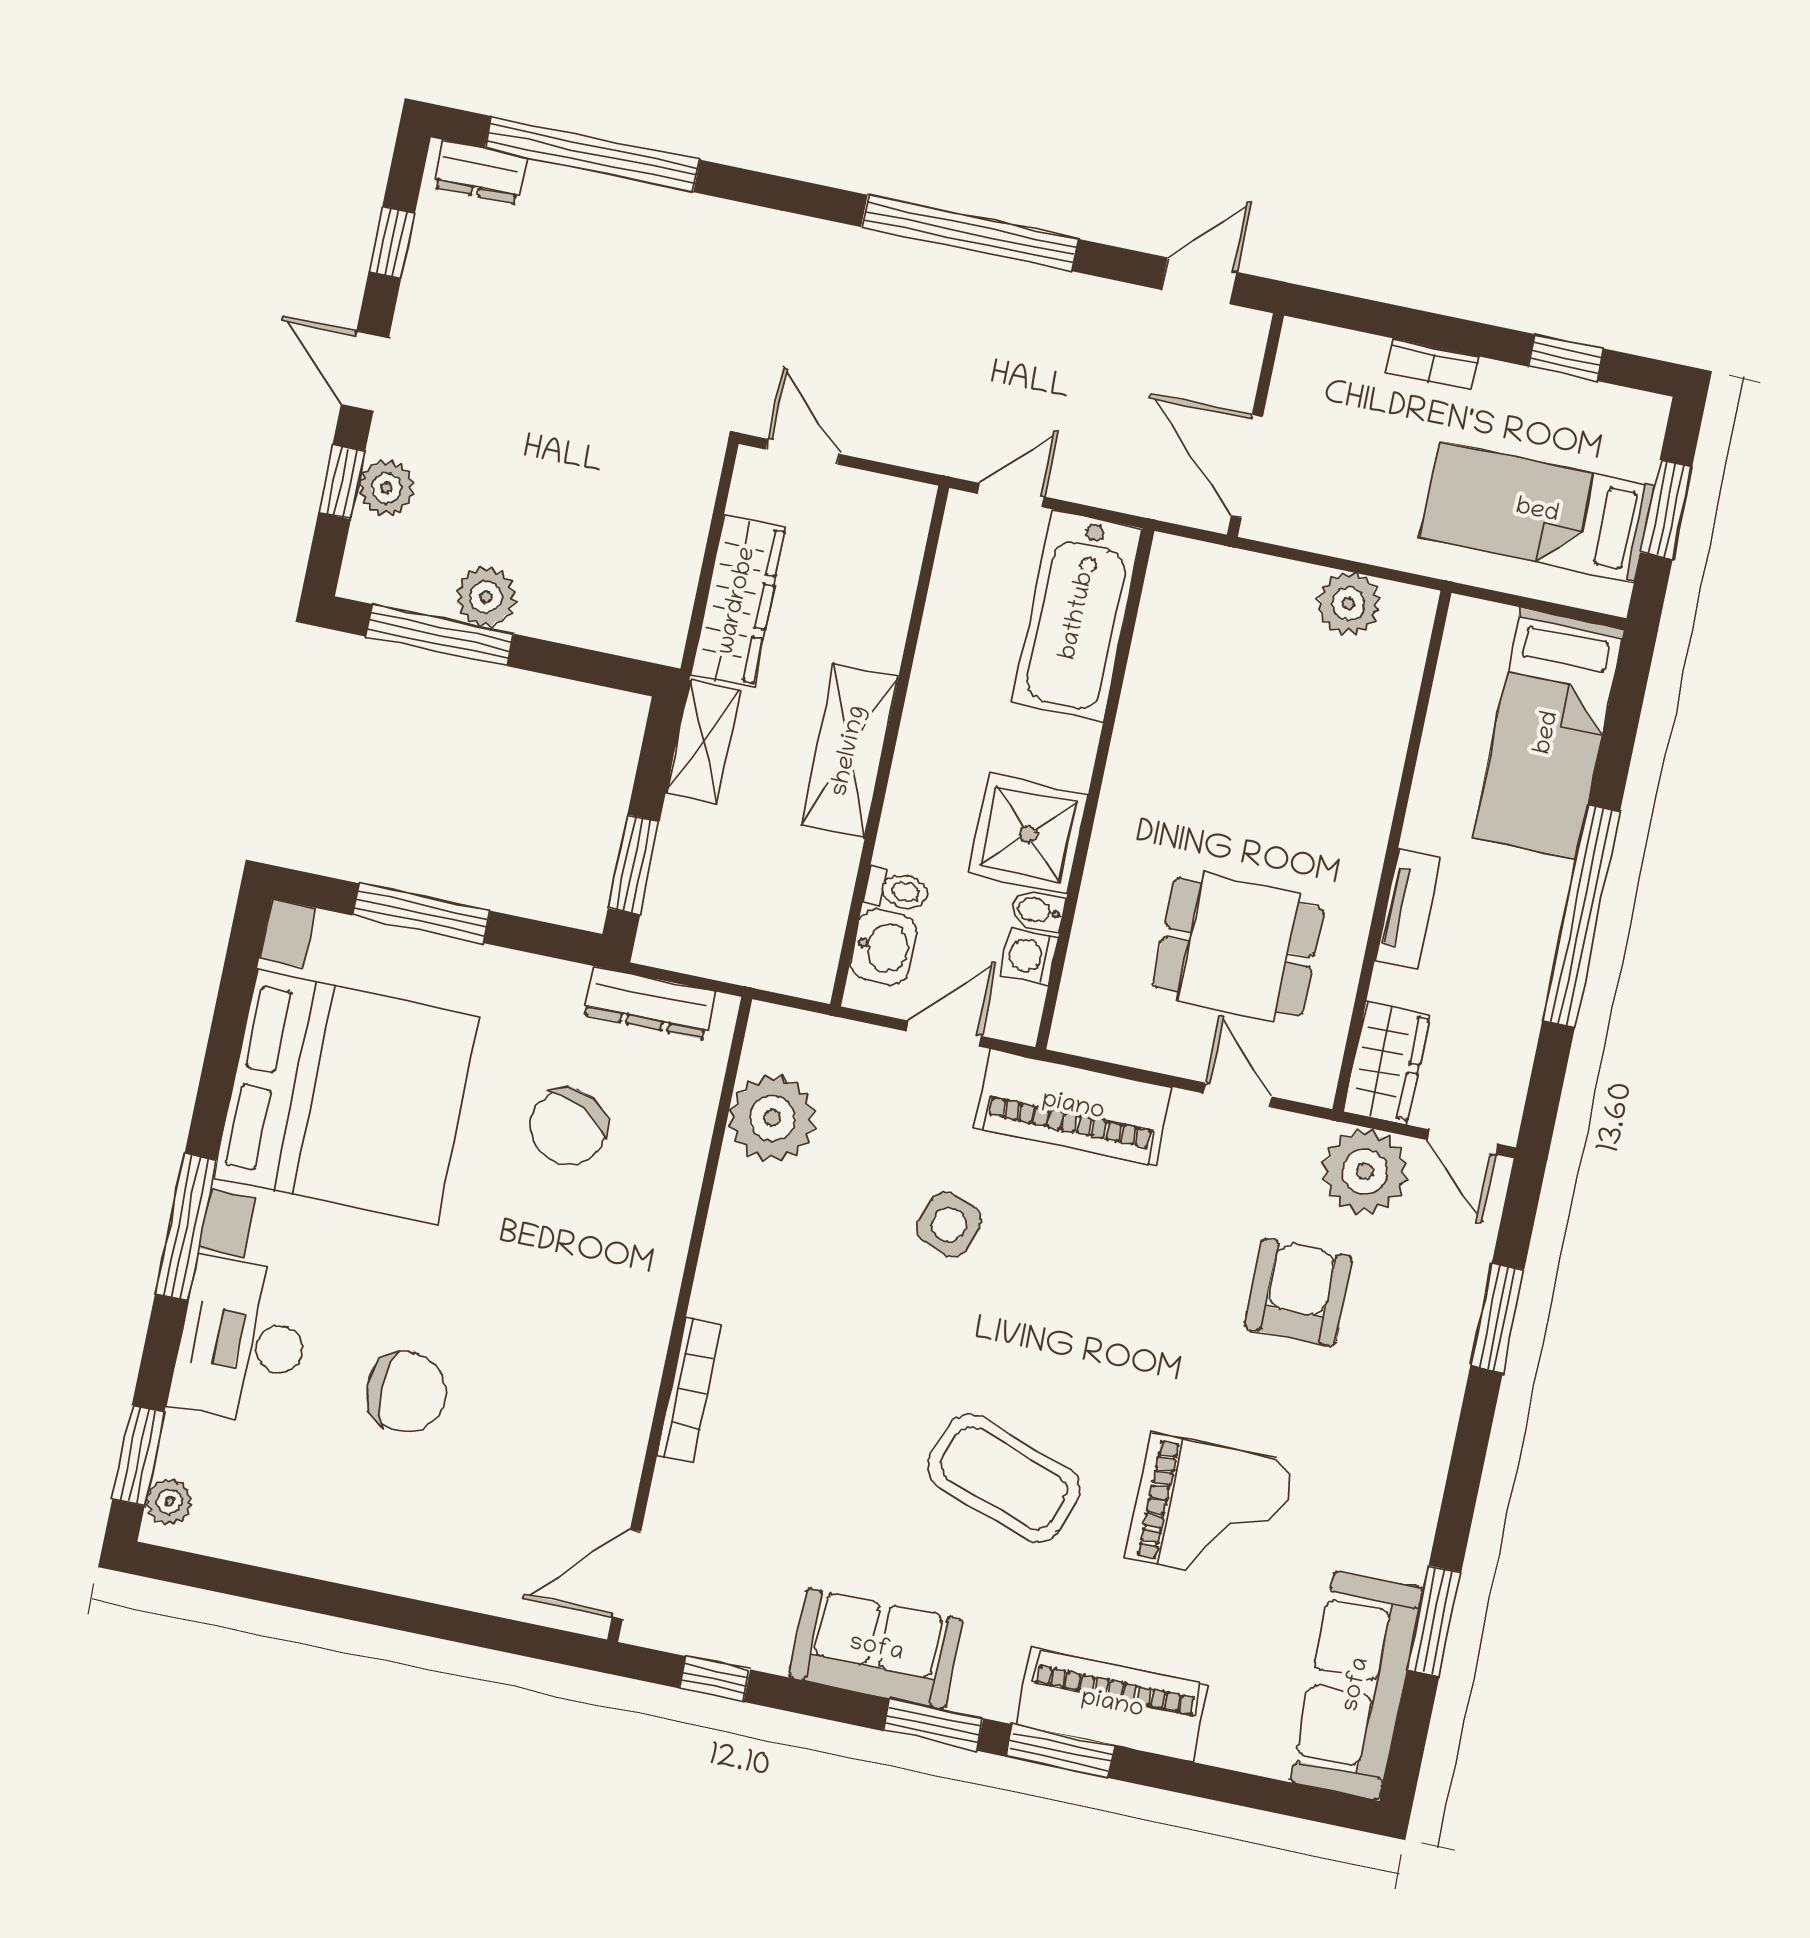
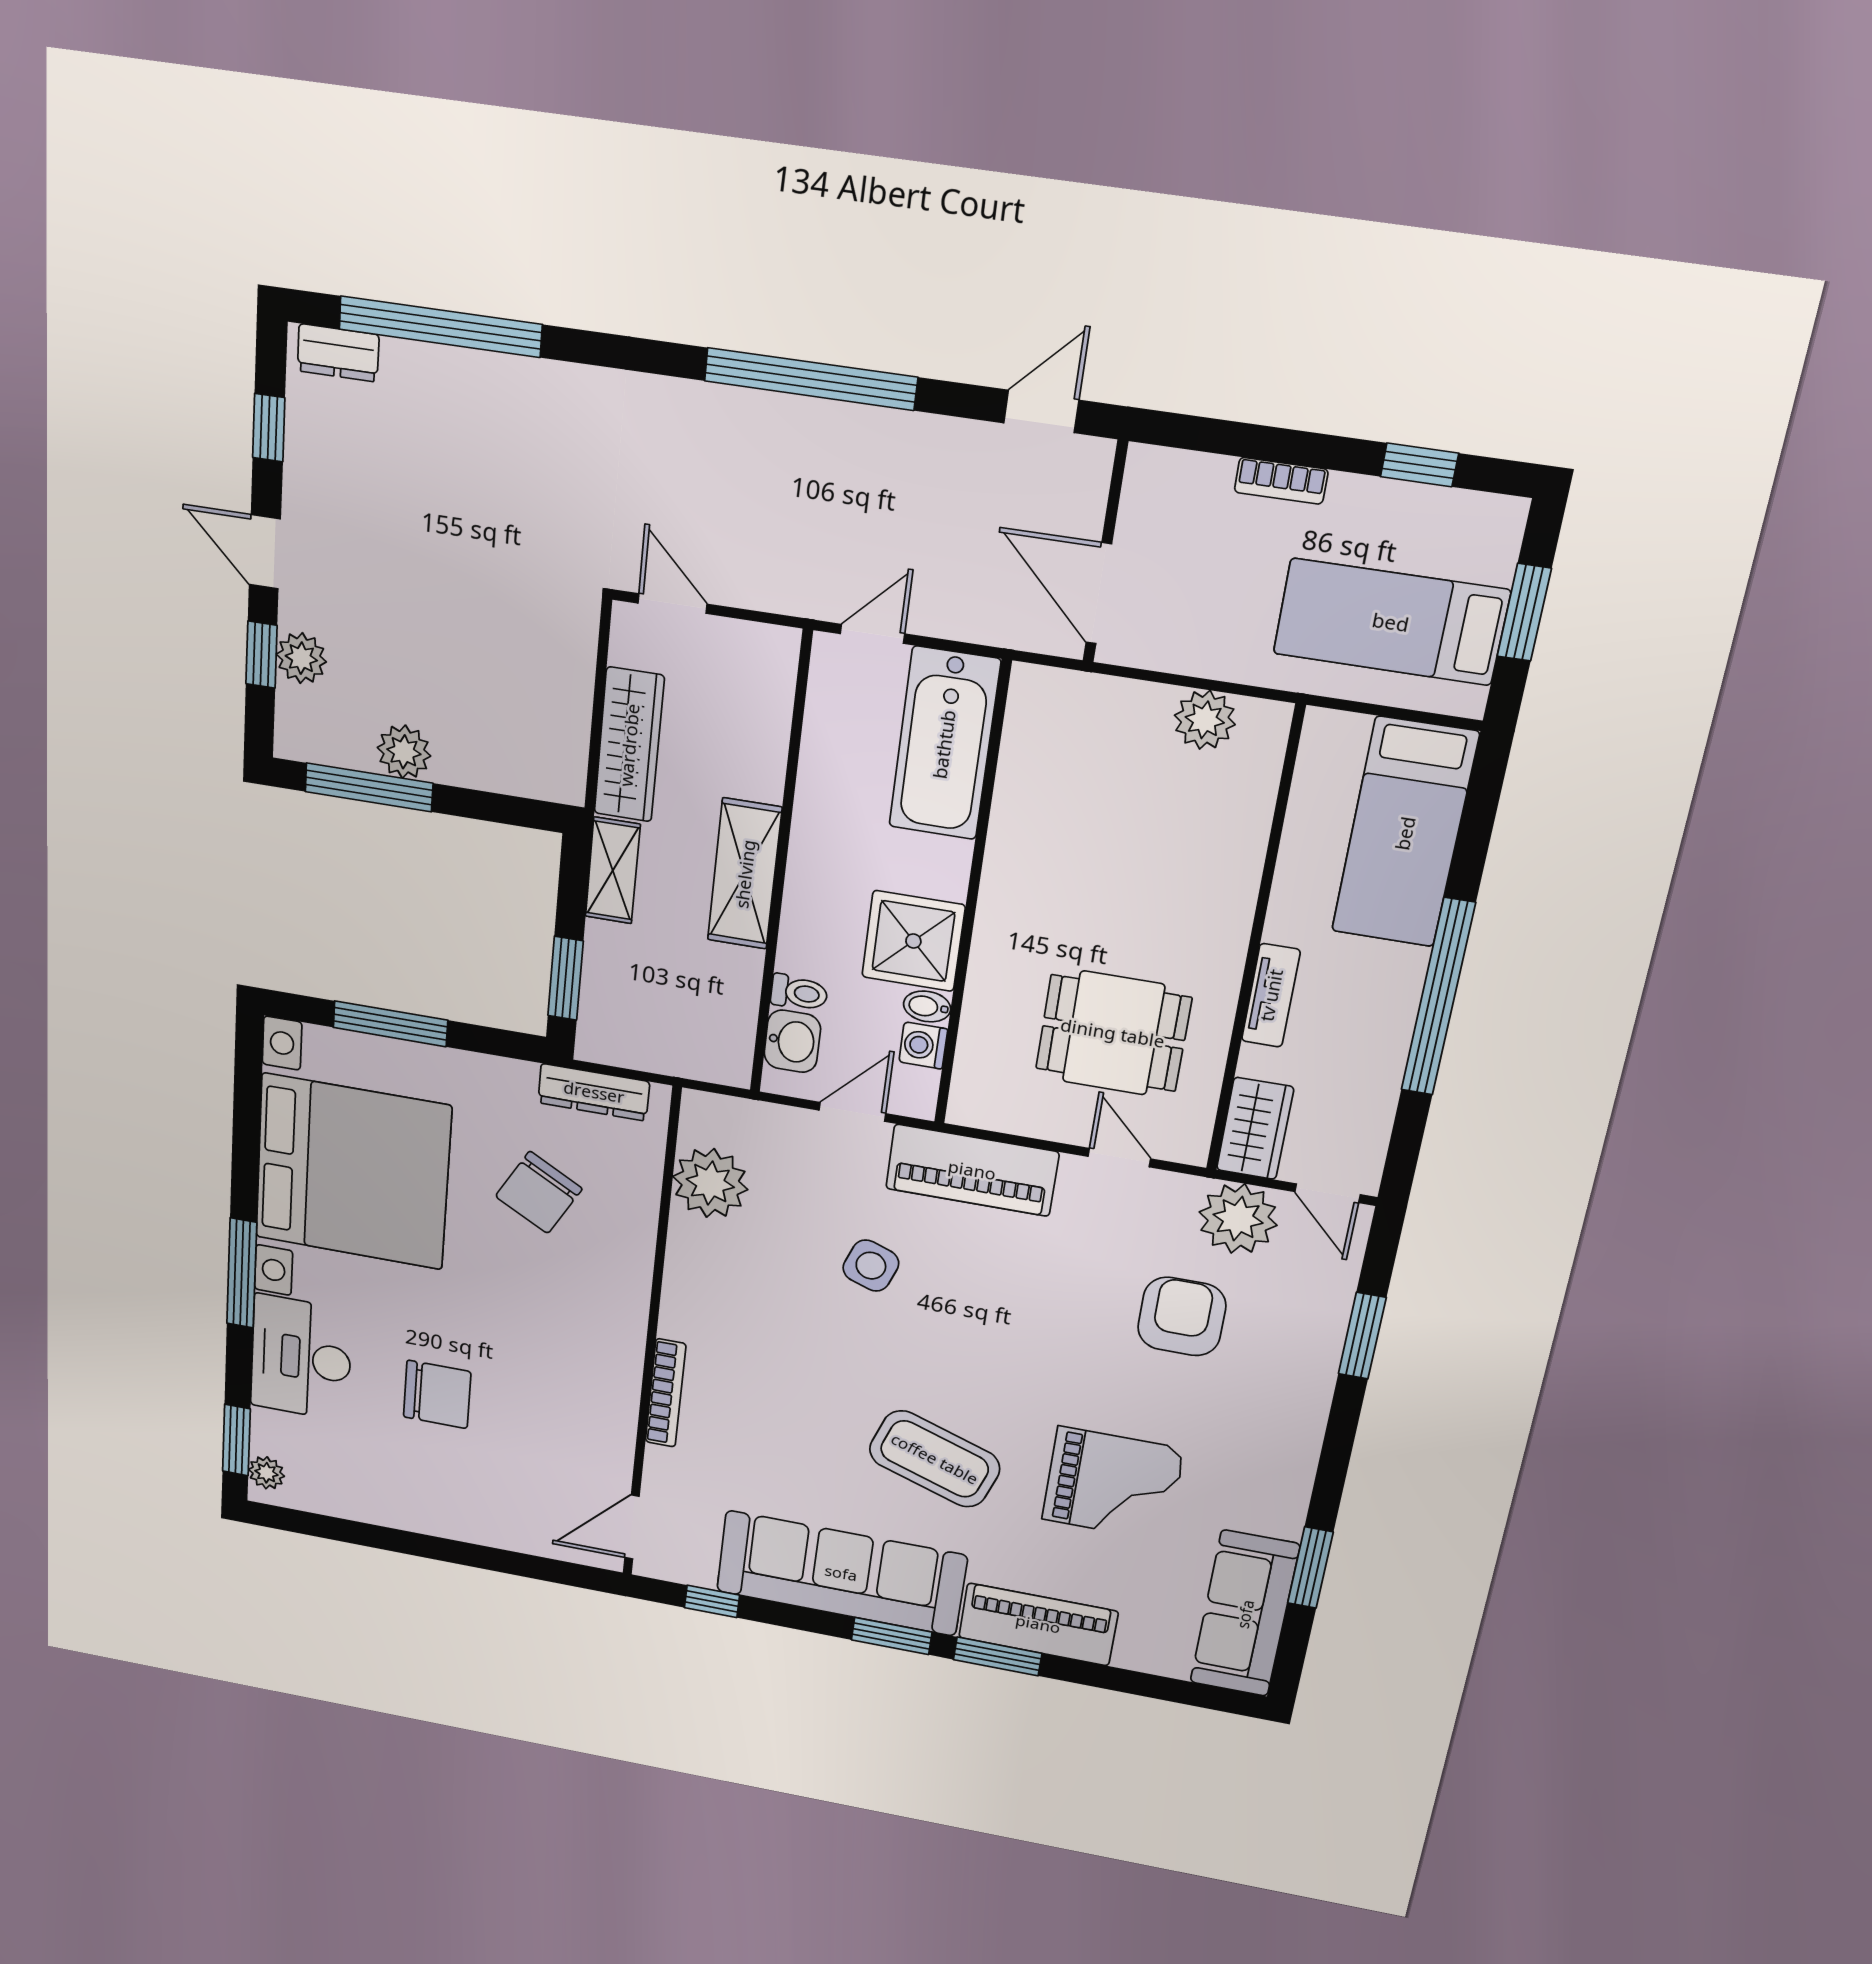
sofa: (876, 1649) -> (841, 1573), width x1.85, depth x1.27

